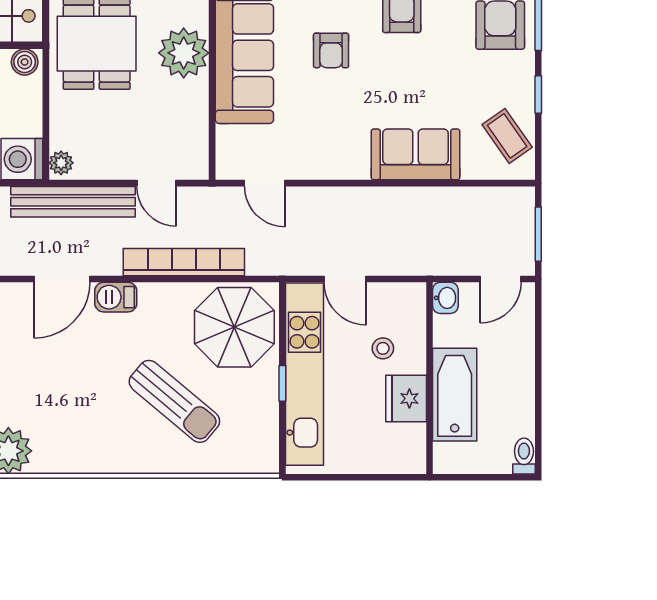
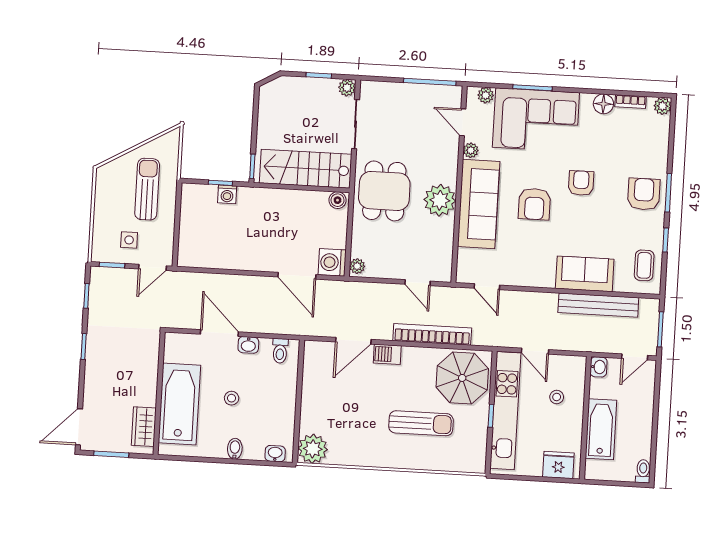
armchair: (331, 50) -> (534, 204), width x1.38, depth x1.38
coffee table: (507, 136) -> (644, 265), turned 35
bench: (73, 202) -> (598, 305), moved
fridge: (406, 399) -> (558, 465), moved, turned 90
sun lounger: (174, 401) -> (421, 423), turned -40

